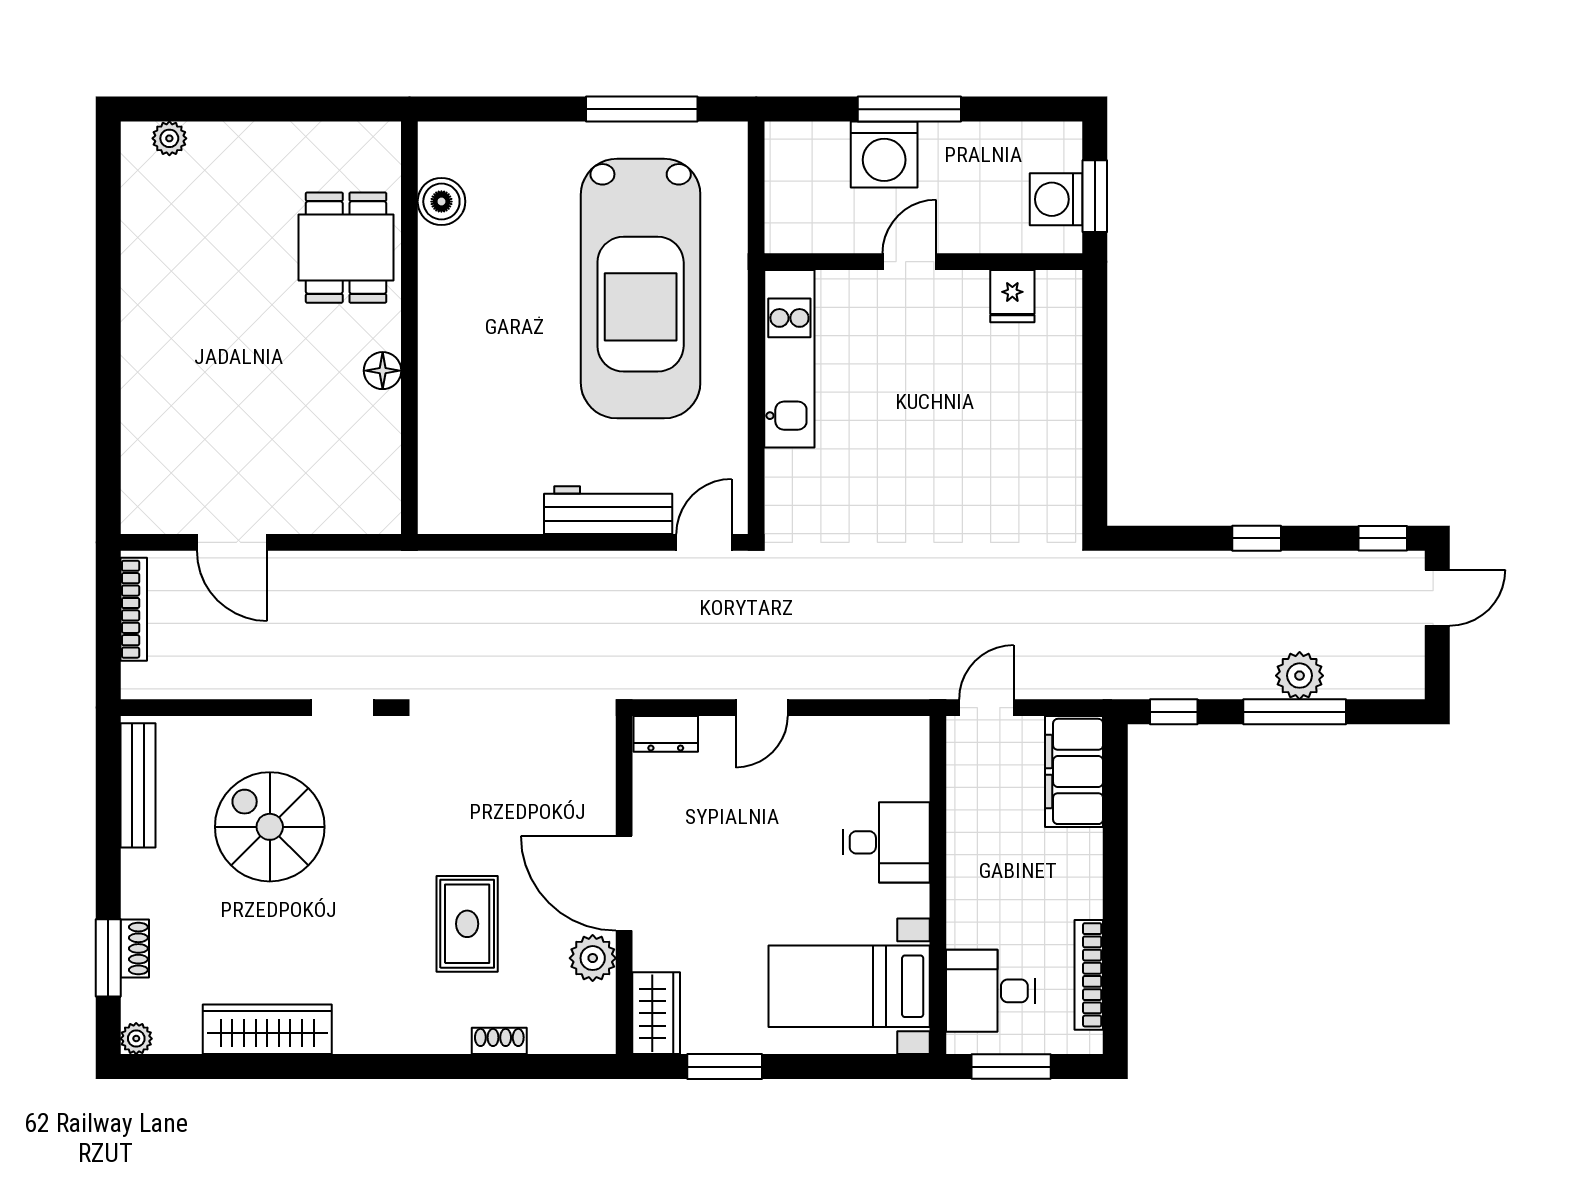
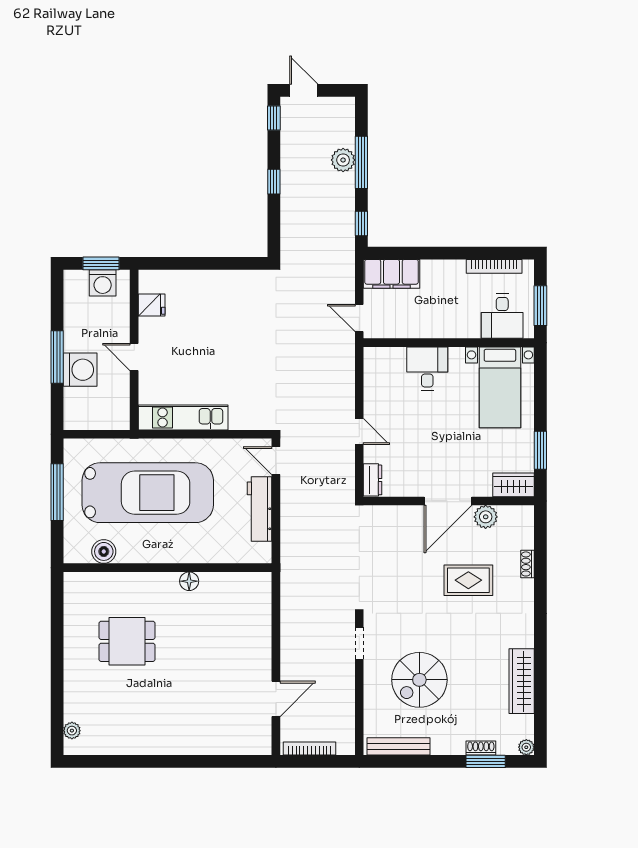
boiler: (441, 202) -> (104, 551), moved
wall: (409, 328) -> (167, 568), moved
floor lamp: (383, 371) -> (189, 581), moved

